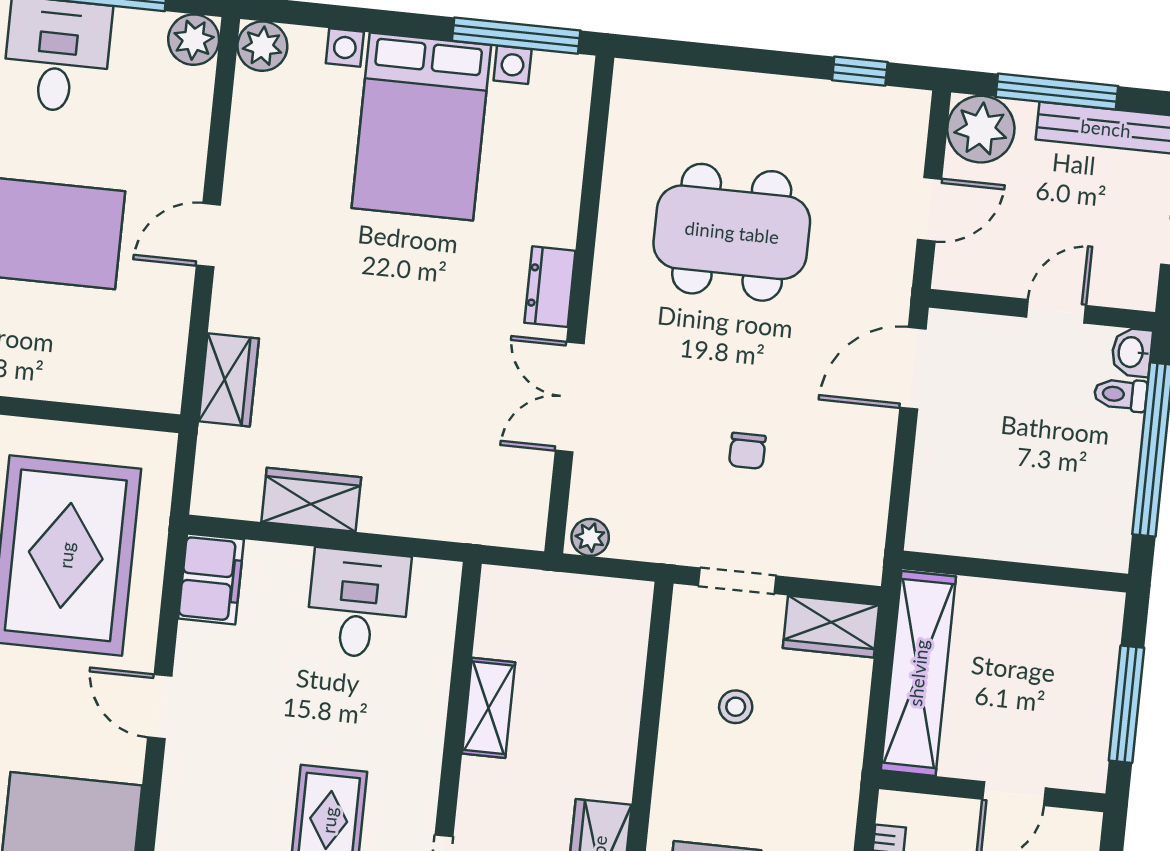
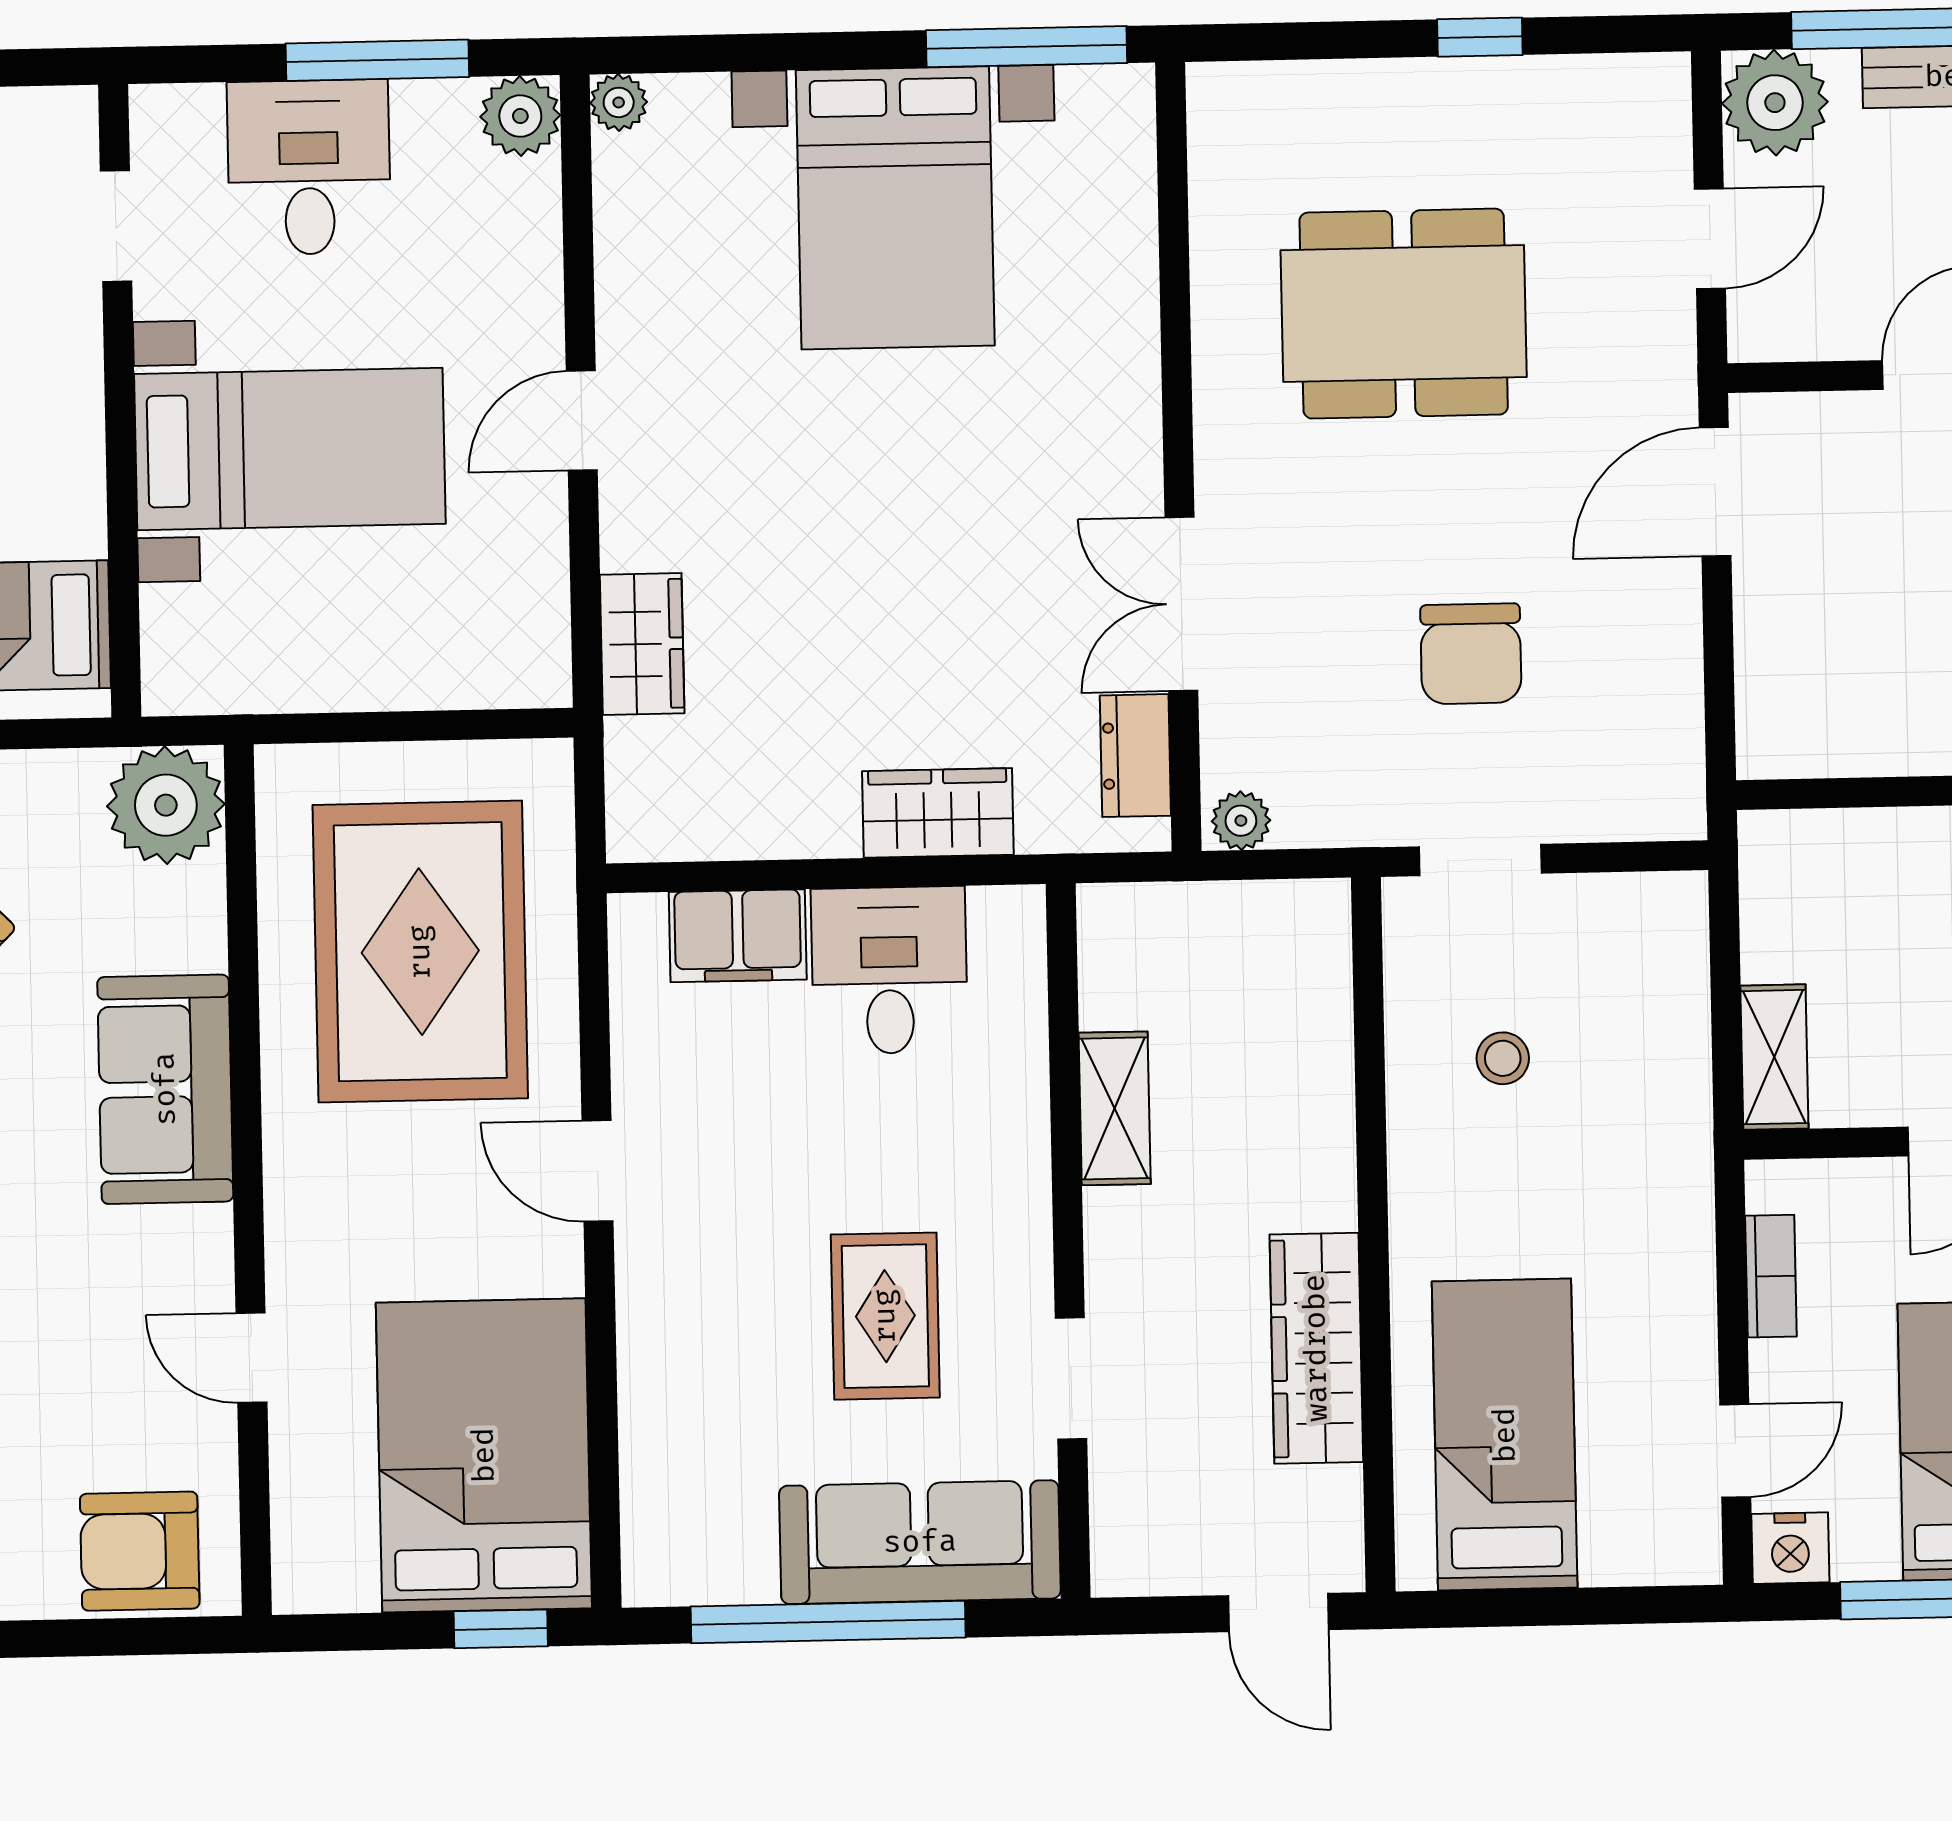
plant: (262, 46) -> (619, 102), width x0.73, depth x0.73
window: (860, 71) -> (1480, 37), moved
dresser: (550, 287) -> (1135, 756), moved
chair: (747, 451) -> (1471, 654), width x1.87, depth x1.87
wardrobe: (311, 500) -> (938, 813), moved
filing cabinet: (211, 579) -> (738, 936), moved, turned 90
wardrobe: (831, 626) -> (1637, 914), removed
shelving: (918, 673) -> (1774, 1057), width x0.45, depth x0.75

